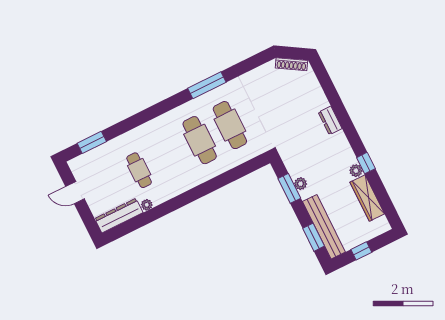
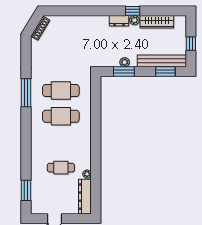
dresser: (330, 120) -> (119, 21), moved

